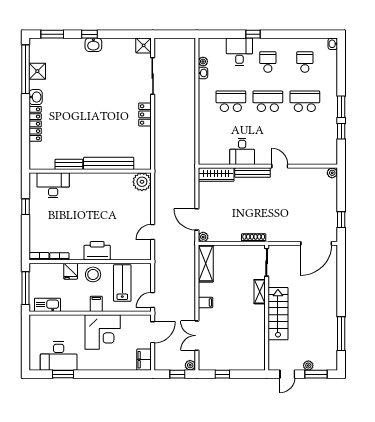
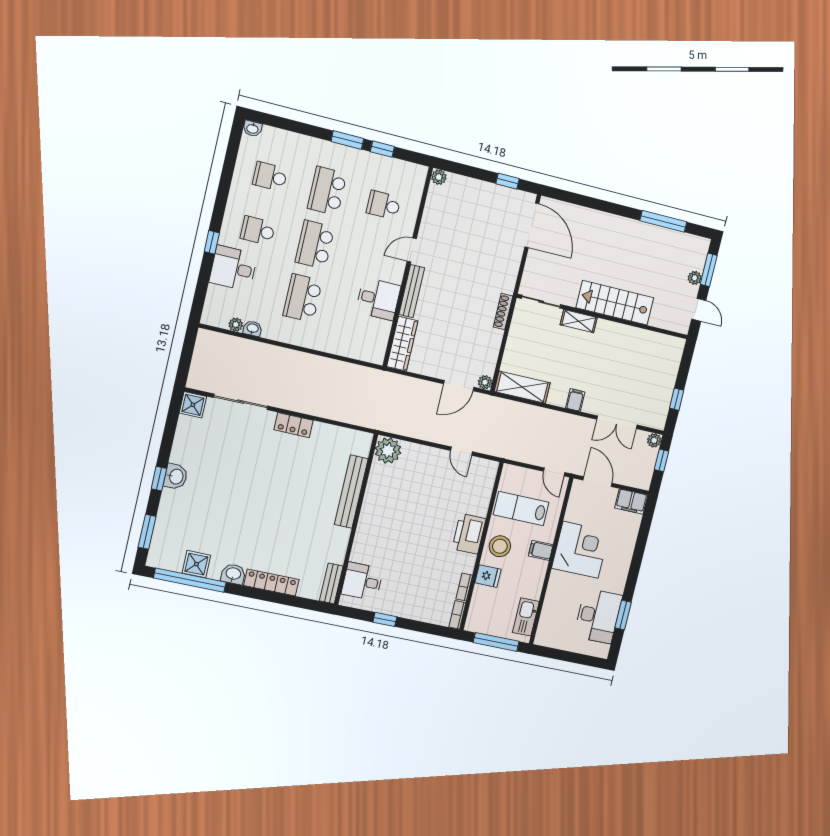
school desk: (305, 140) -> (384, 205), added
bench: (69, 164) -> (331, 583), moved
desk: (53, 185) -> (362, 581), width x0.73

